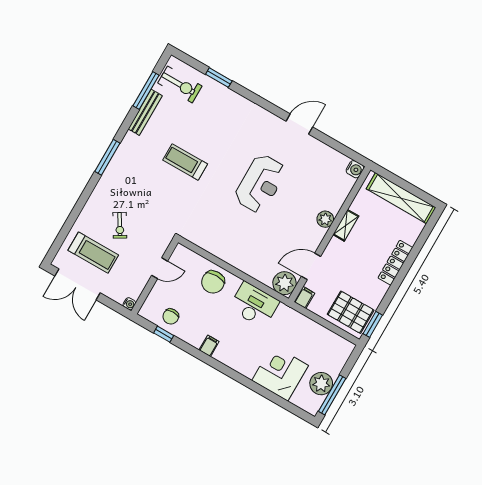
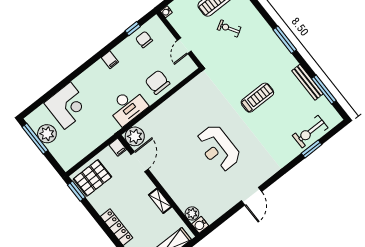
exercise bike: (180, 85) -> (310, 132), moved
plant: (325, 219) -> (192, 213), moved

